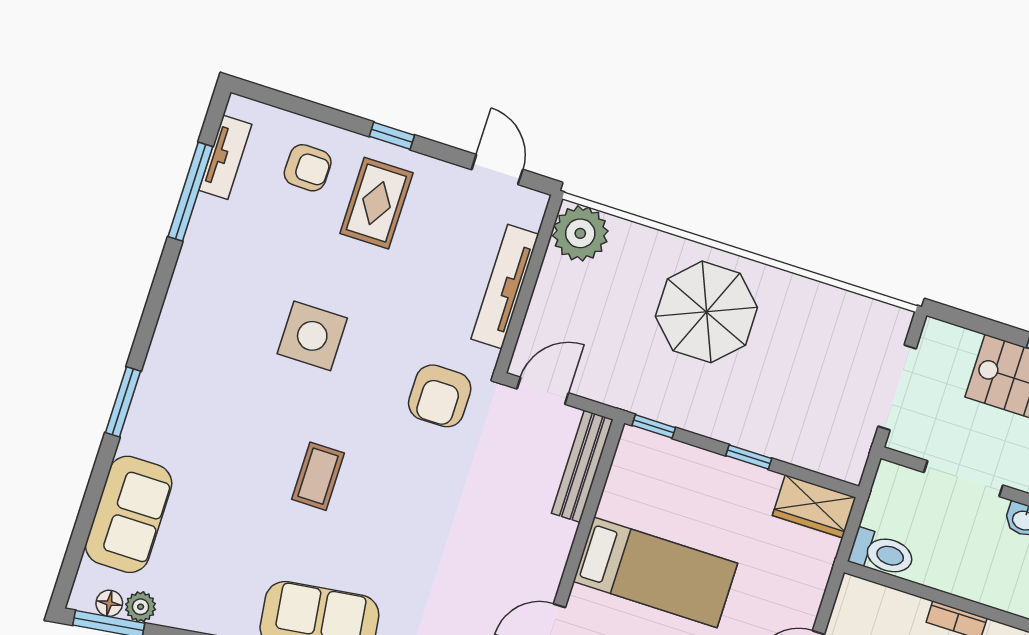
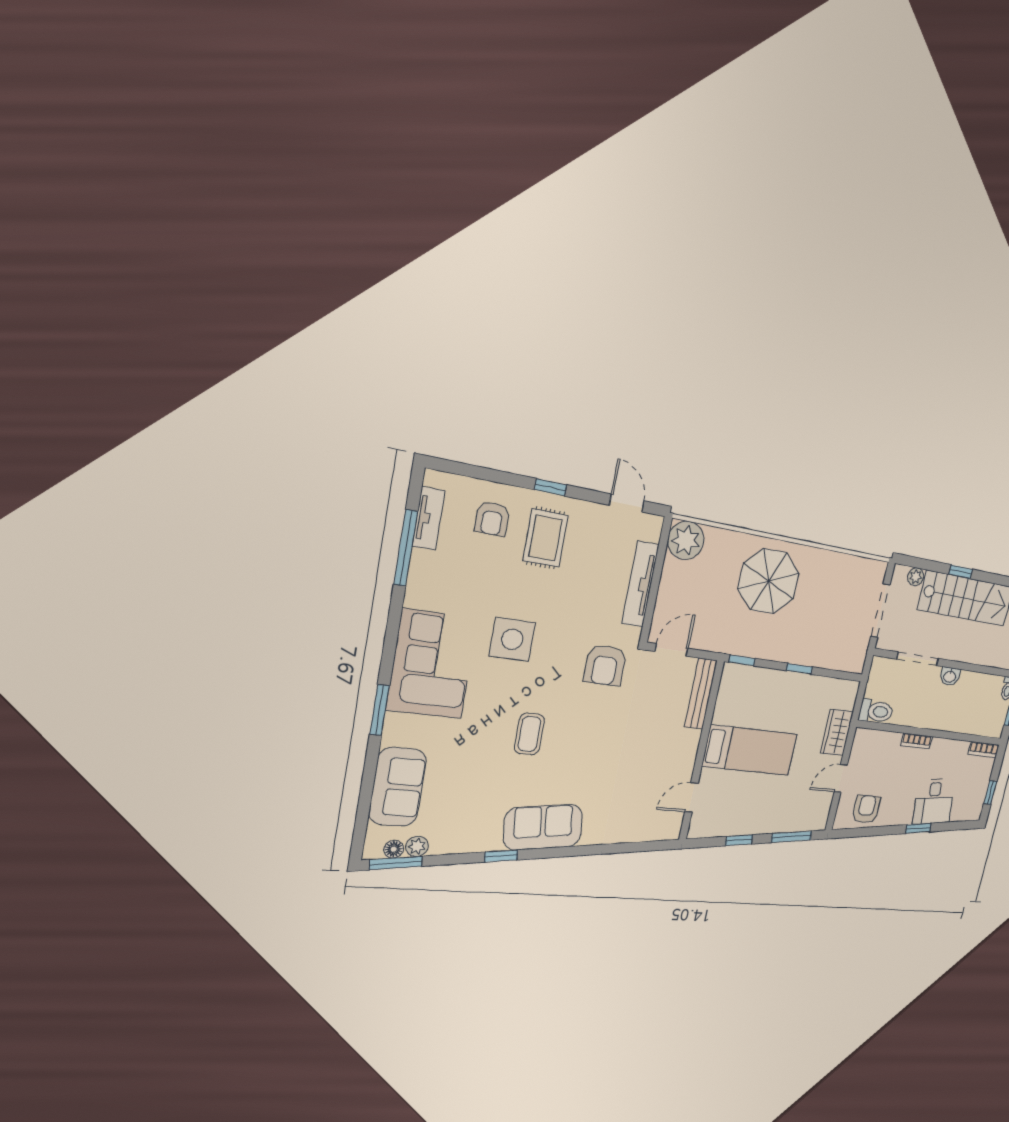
armchair: (308, 168) -> (492, 519), turned 89
plant: (964, 343) -> (916, 577), added
corner sofa: (200, 352) -> (432, 664), added
wardrobe: (814, 506) -> (837, 732), moved, turned 90

